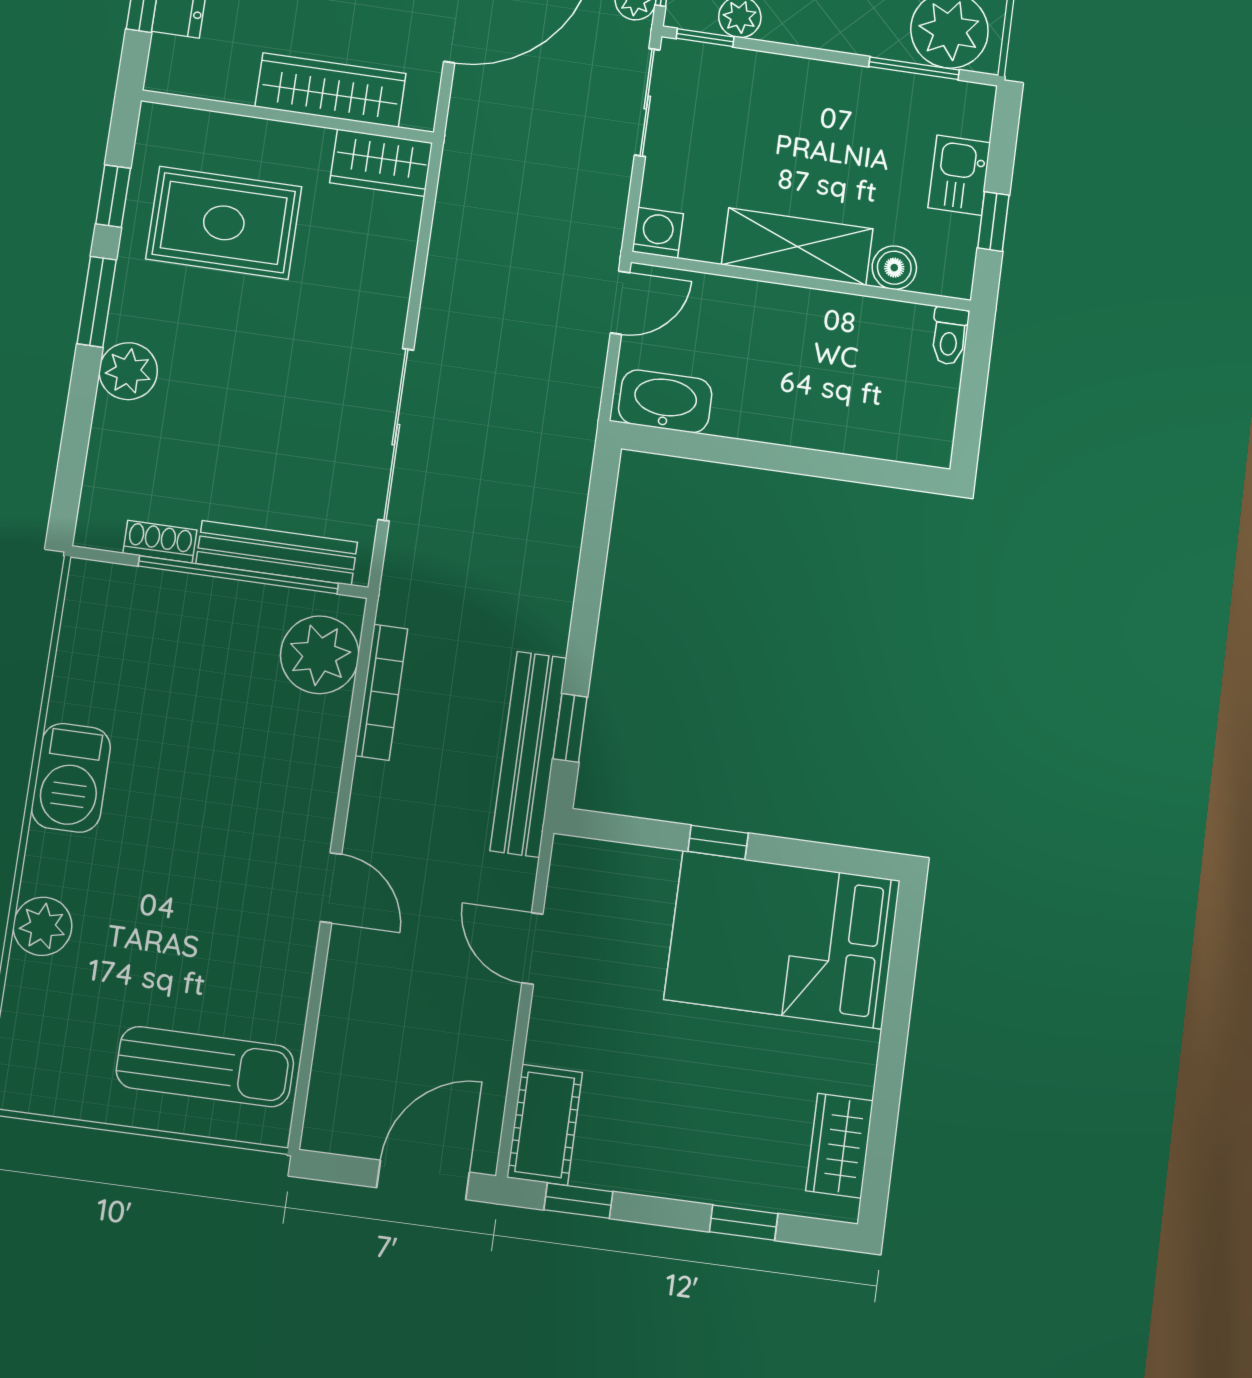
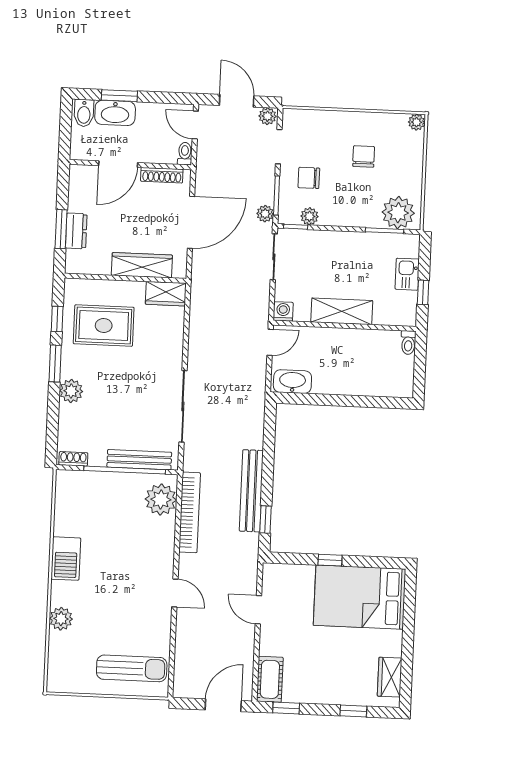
boiler: (894, 268) -> (383, 316), removed
shoe rack: (160, 542) -> (73, 459), moved
bookcase: (381, 692) -> (190, 512), width x1.48, depth x1.31
bench: (528, 754) -> (251, 491), moved

